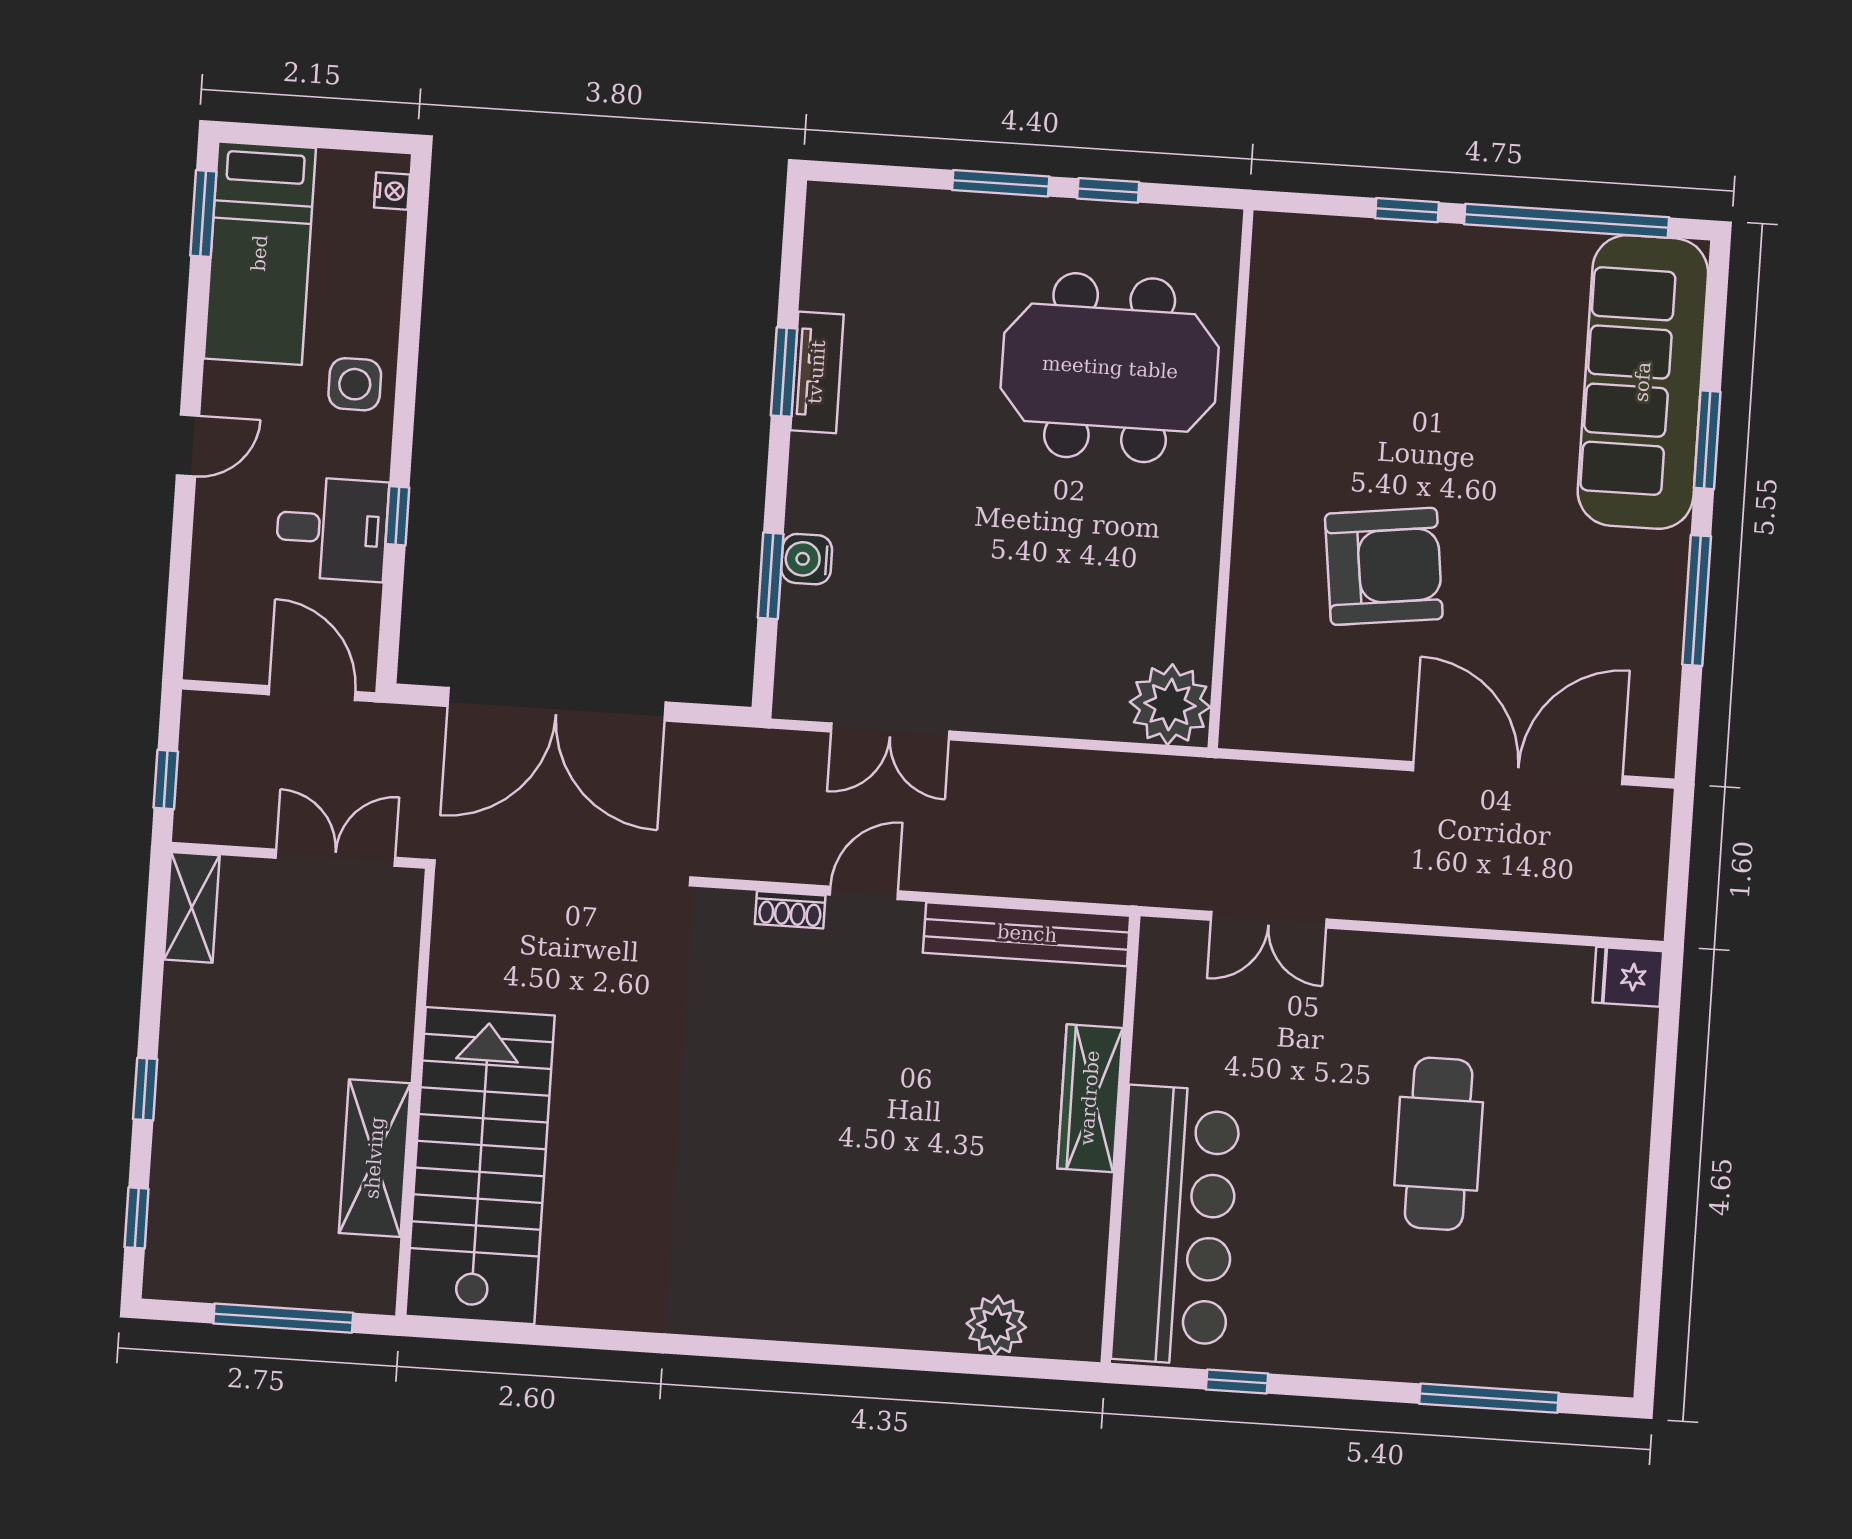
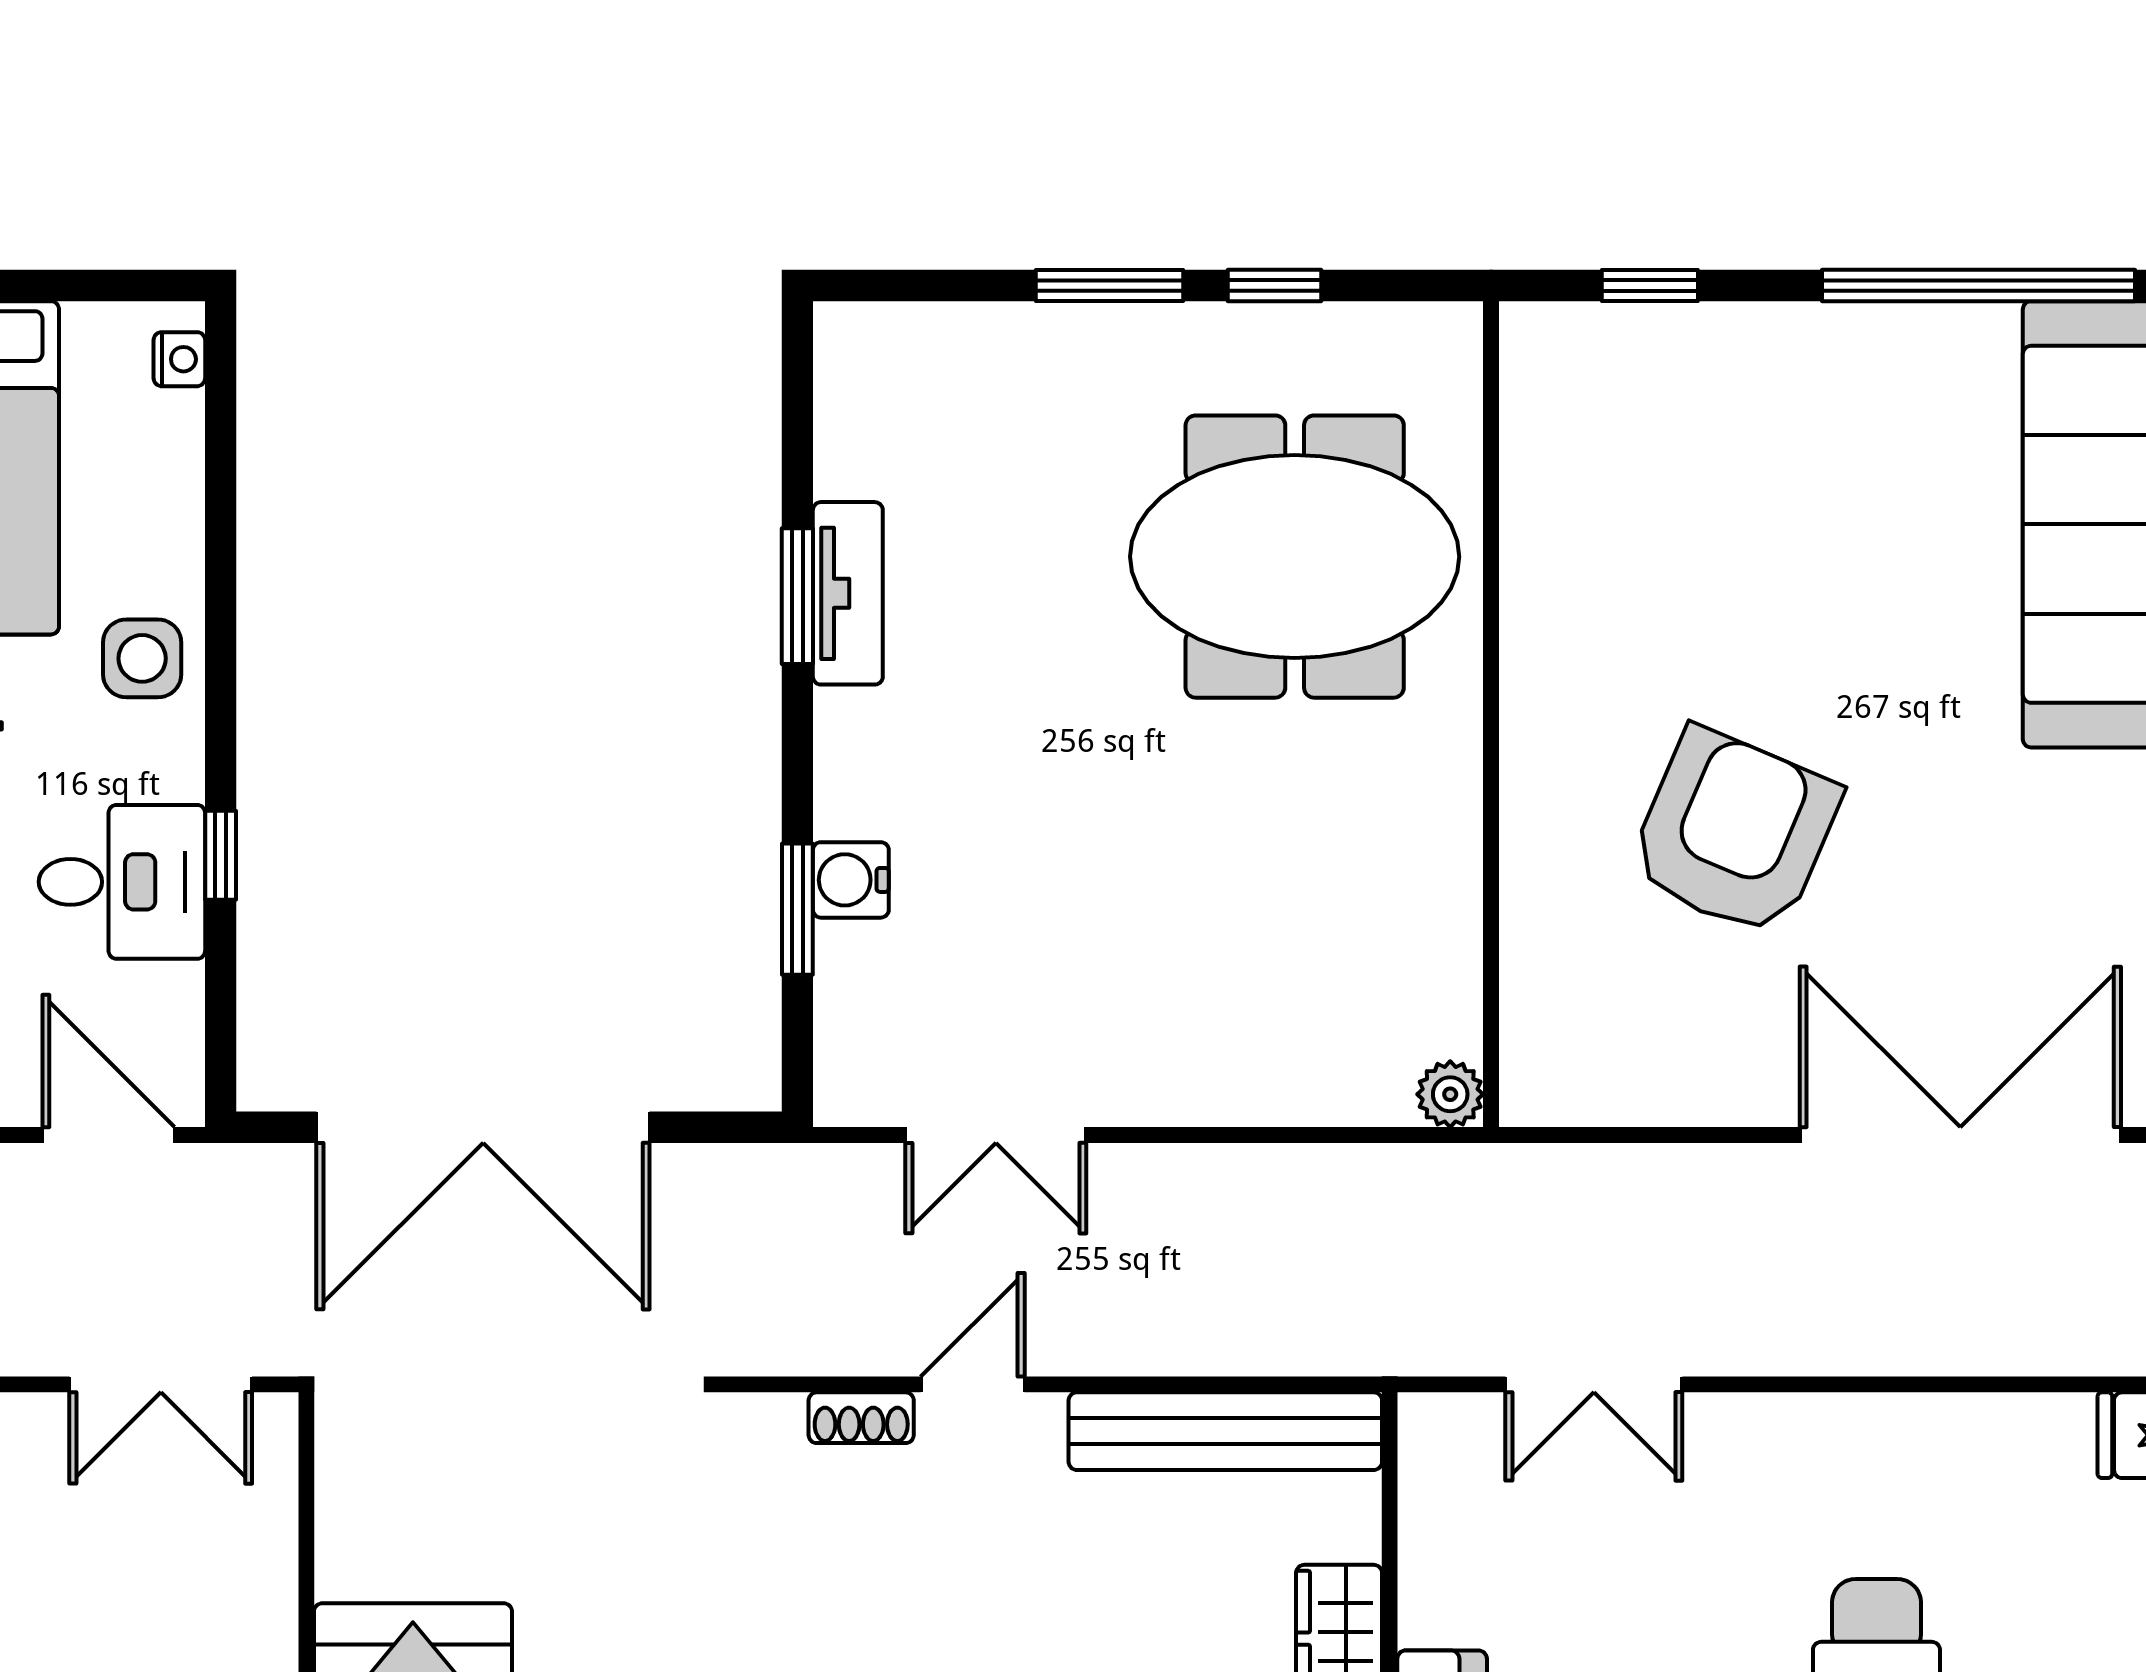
window: (1407, 210) -> (1650, 285), moved
armchair: (1384, 566) -> (1734, 832), turned -60
plant: (1170, 704) -> (1450, 1094), width x0.53, depth x0.53
double door: (336, 858) -> (161, 1384), swing flipped

